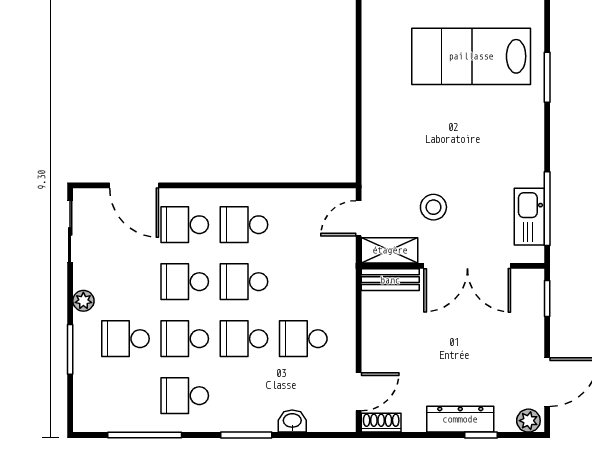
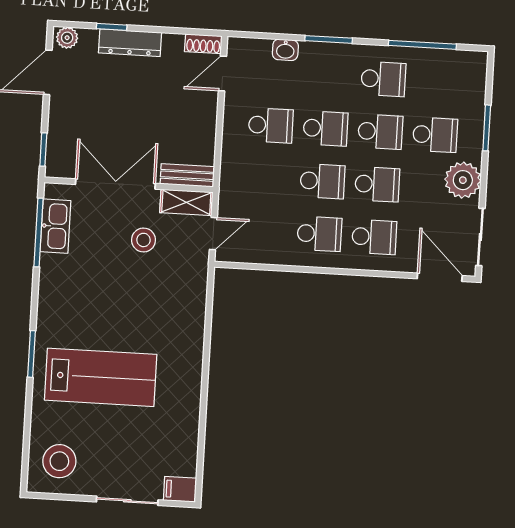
door: (134, 185) -> (440, 277), moved
plant: (83, 301) -> (463, 180), width x1.88, depth x1.88

